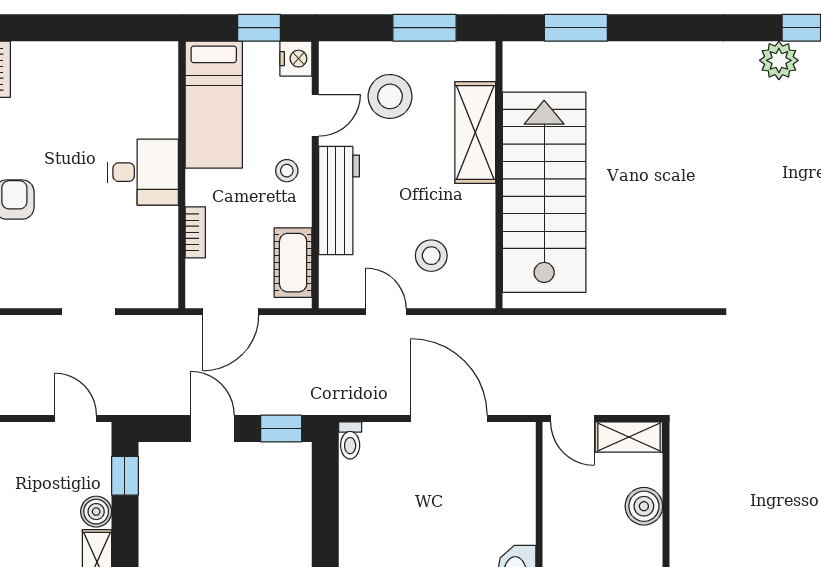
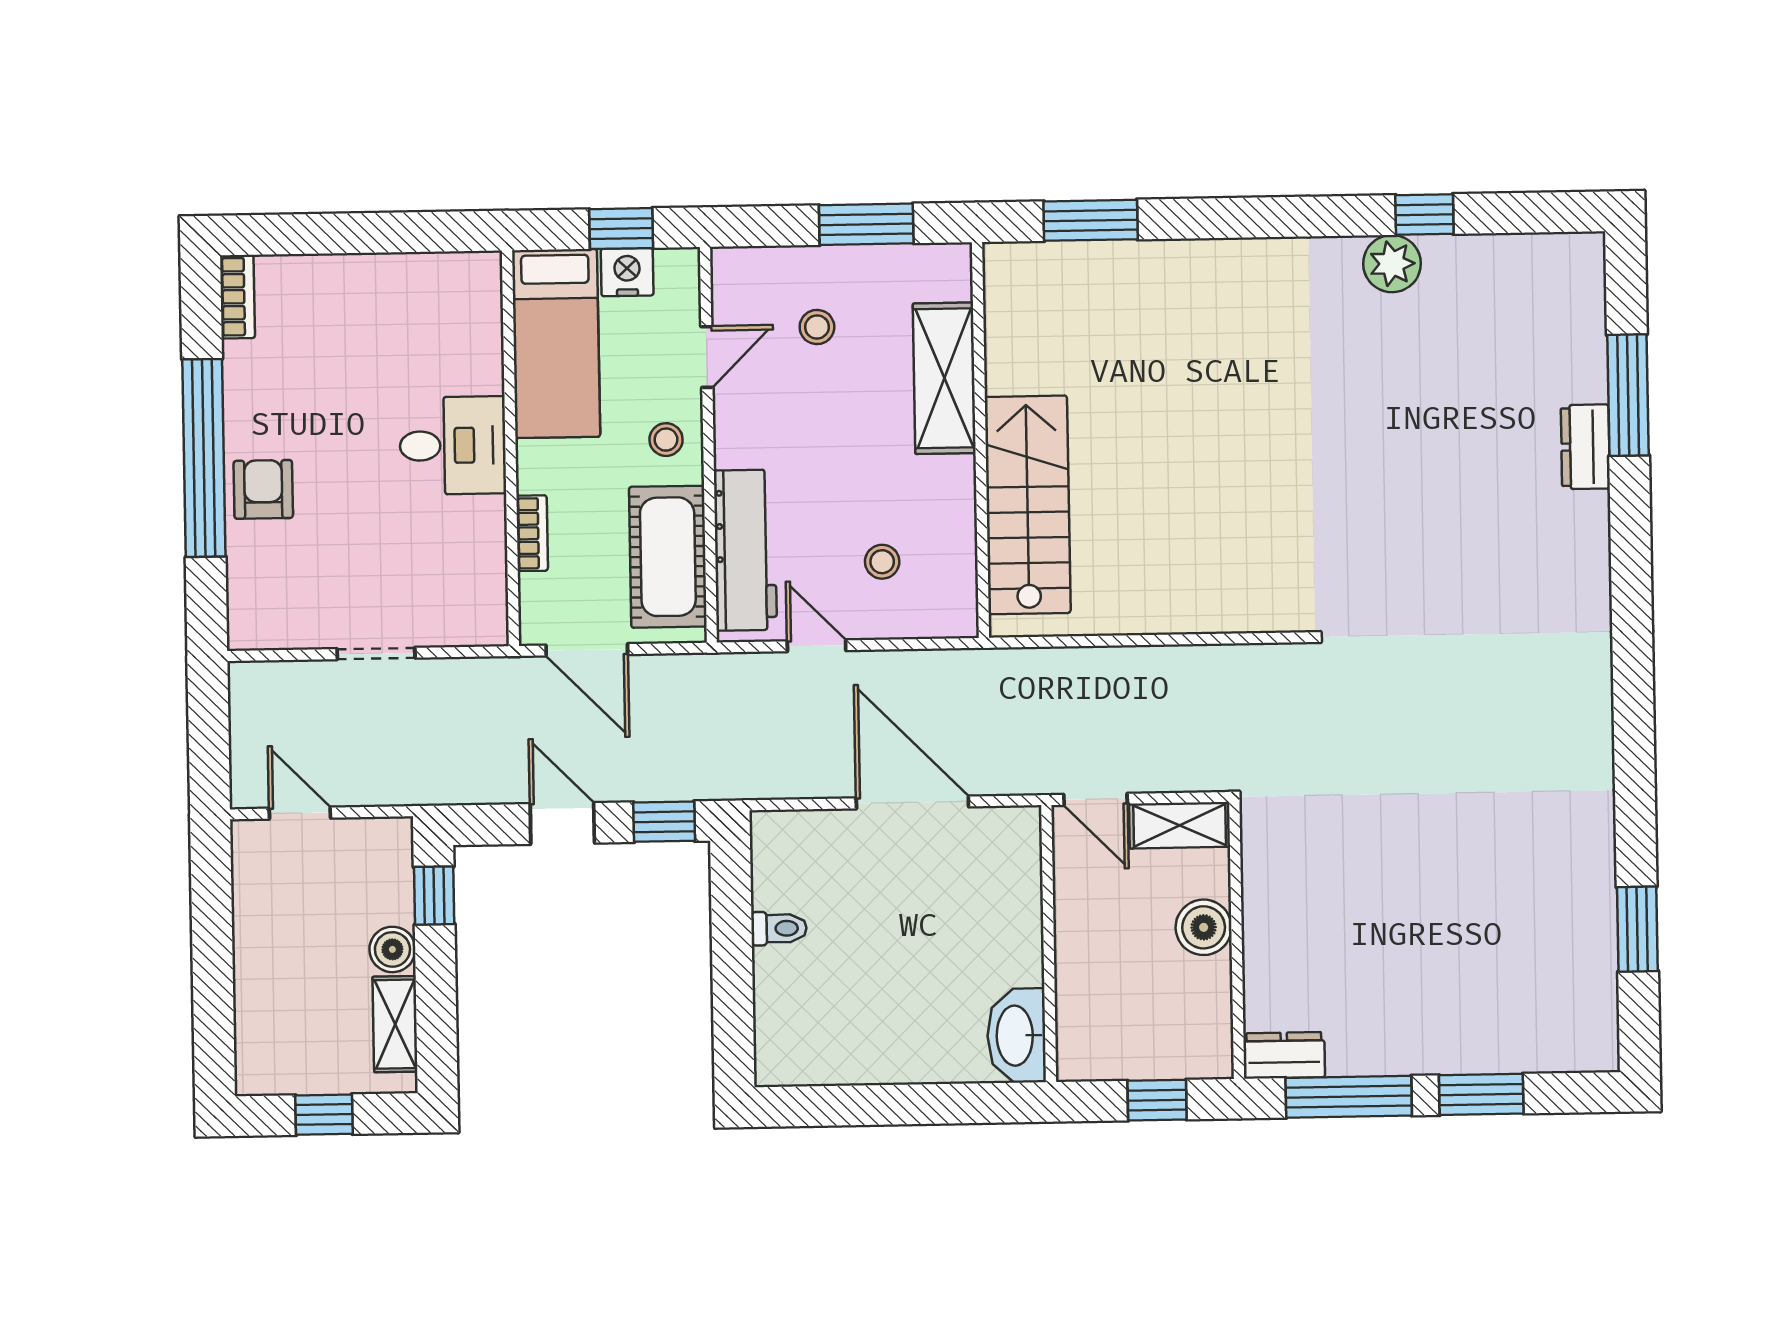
nightstand: (296, 59) -> (627, 272), moved, turned -90
stool: (390, 96) -> (817, 327), width x0.53, depth x0.53
stairs: (544, 192) -> (1028, 505), width x0.73, depth x0.66
workbench: (339, 201) -> (745, 550), moved
stool: (431, 256) -> (882, 562), width x0.73, depth x0.73
cot: (293, 263) -> (668, 557), width x1.37, depth x1.34
door: (231, 312) -> (587, 650), hinge flipped
door: (75, 418) -> (300, 813), moved
toilet: (350, 440) -> (779, 928), moved, turned -90

